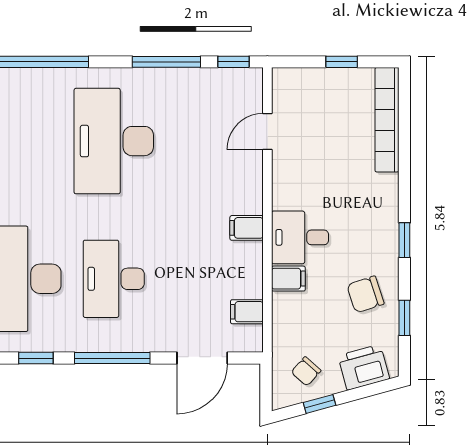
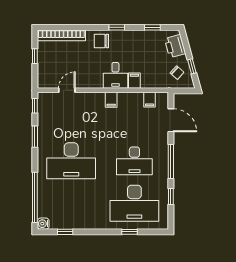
window: (166, 62) -> (35, 137), width x0.69
door: (267, 131) -> (67, 90), swing flipped
chair: (365, 294) -> (101, 41), moved, turned 108

